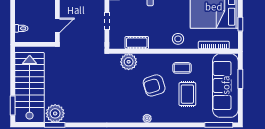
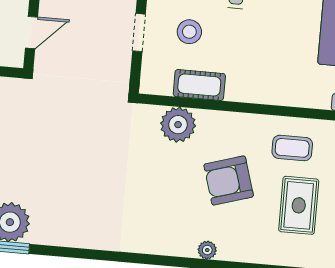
stool: (178, 39) -> (189, 32), moved

